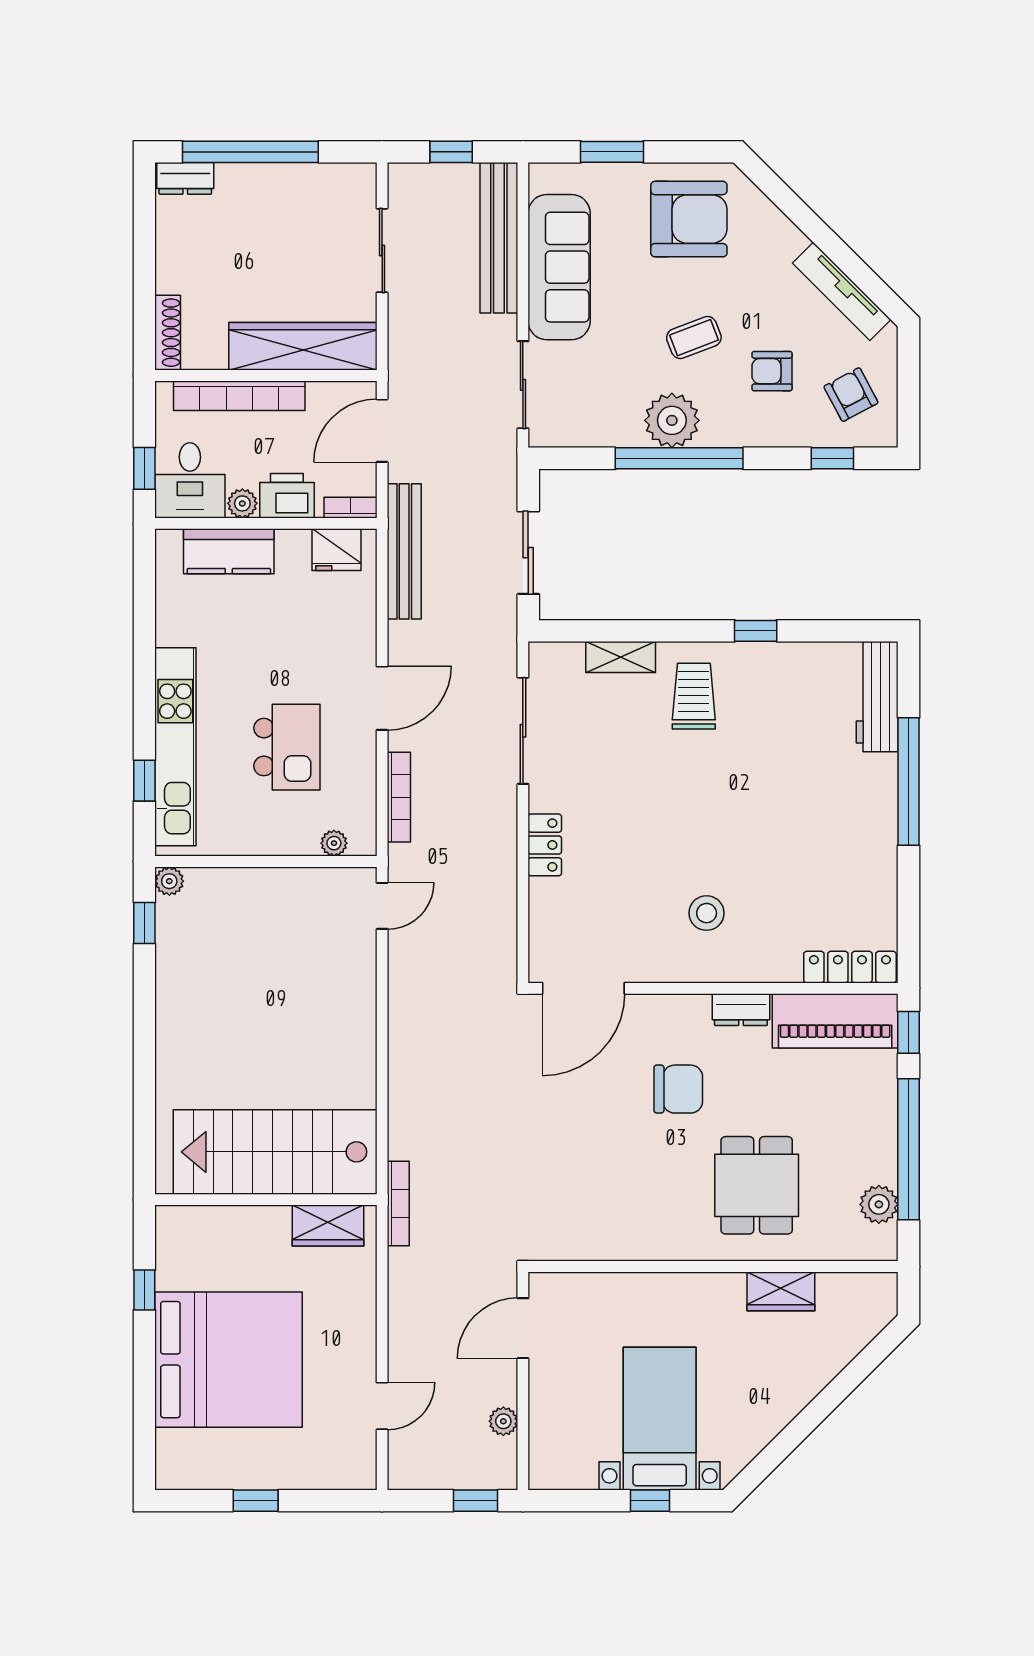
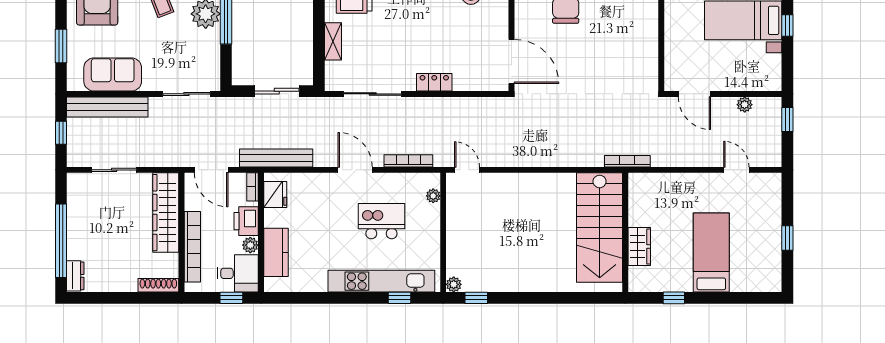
sofa: (559, 267) -> (113, 75), width x0.73
wardrobe: (328, 1226) -> (639, 247), moved
bed: (229, 1360) -> (711, 253), width x0.49

